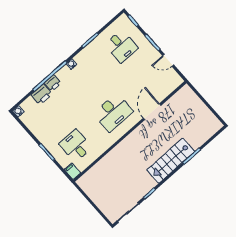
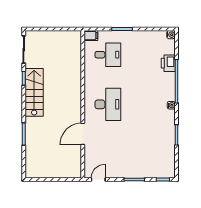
desk: (121, 46) -> (152, 154), removed
door: (168, 60) -> (98, 180), moved
printer: (53, 83) -> (169, 79), removed
door: (152, 112) -> (83, 134), swing flipped
desk: (113, 113) -> (108, 104), turned 180
stairs: (171, 161) -> (34, 92), moved

